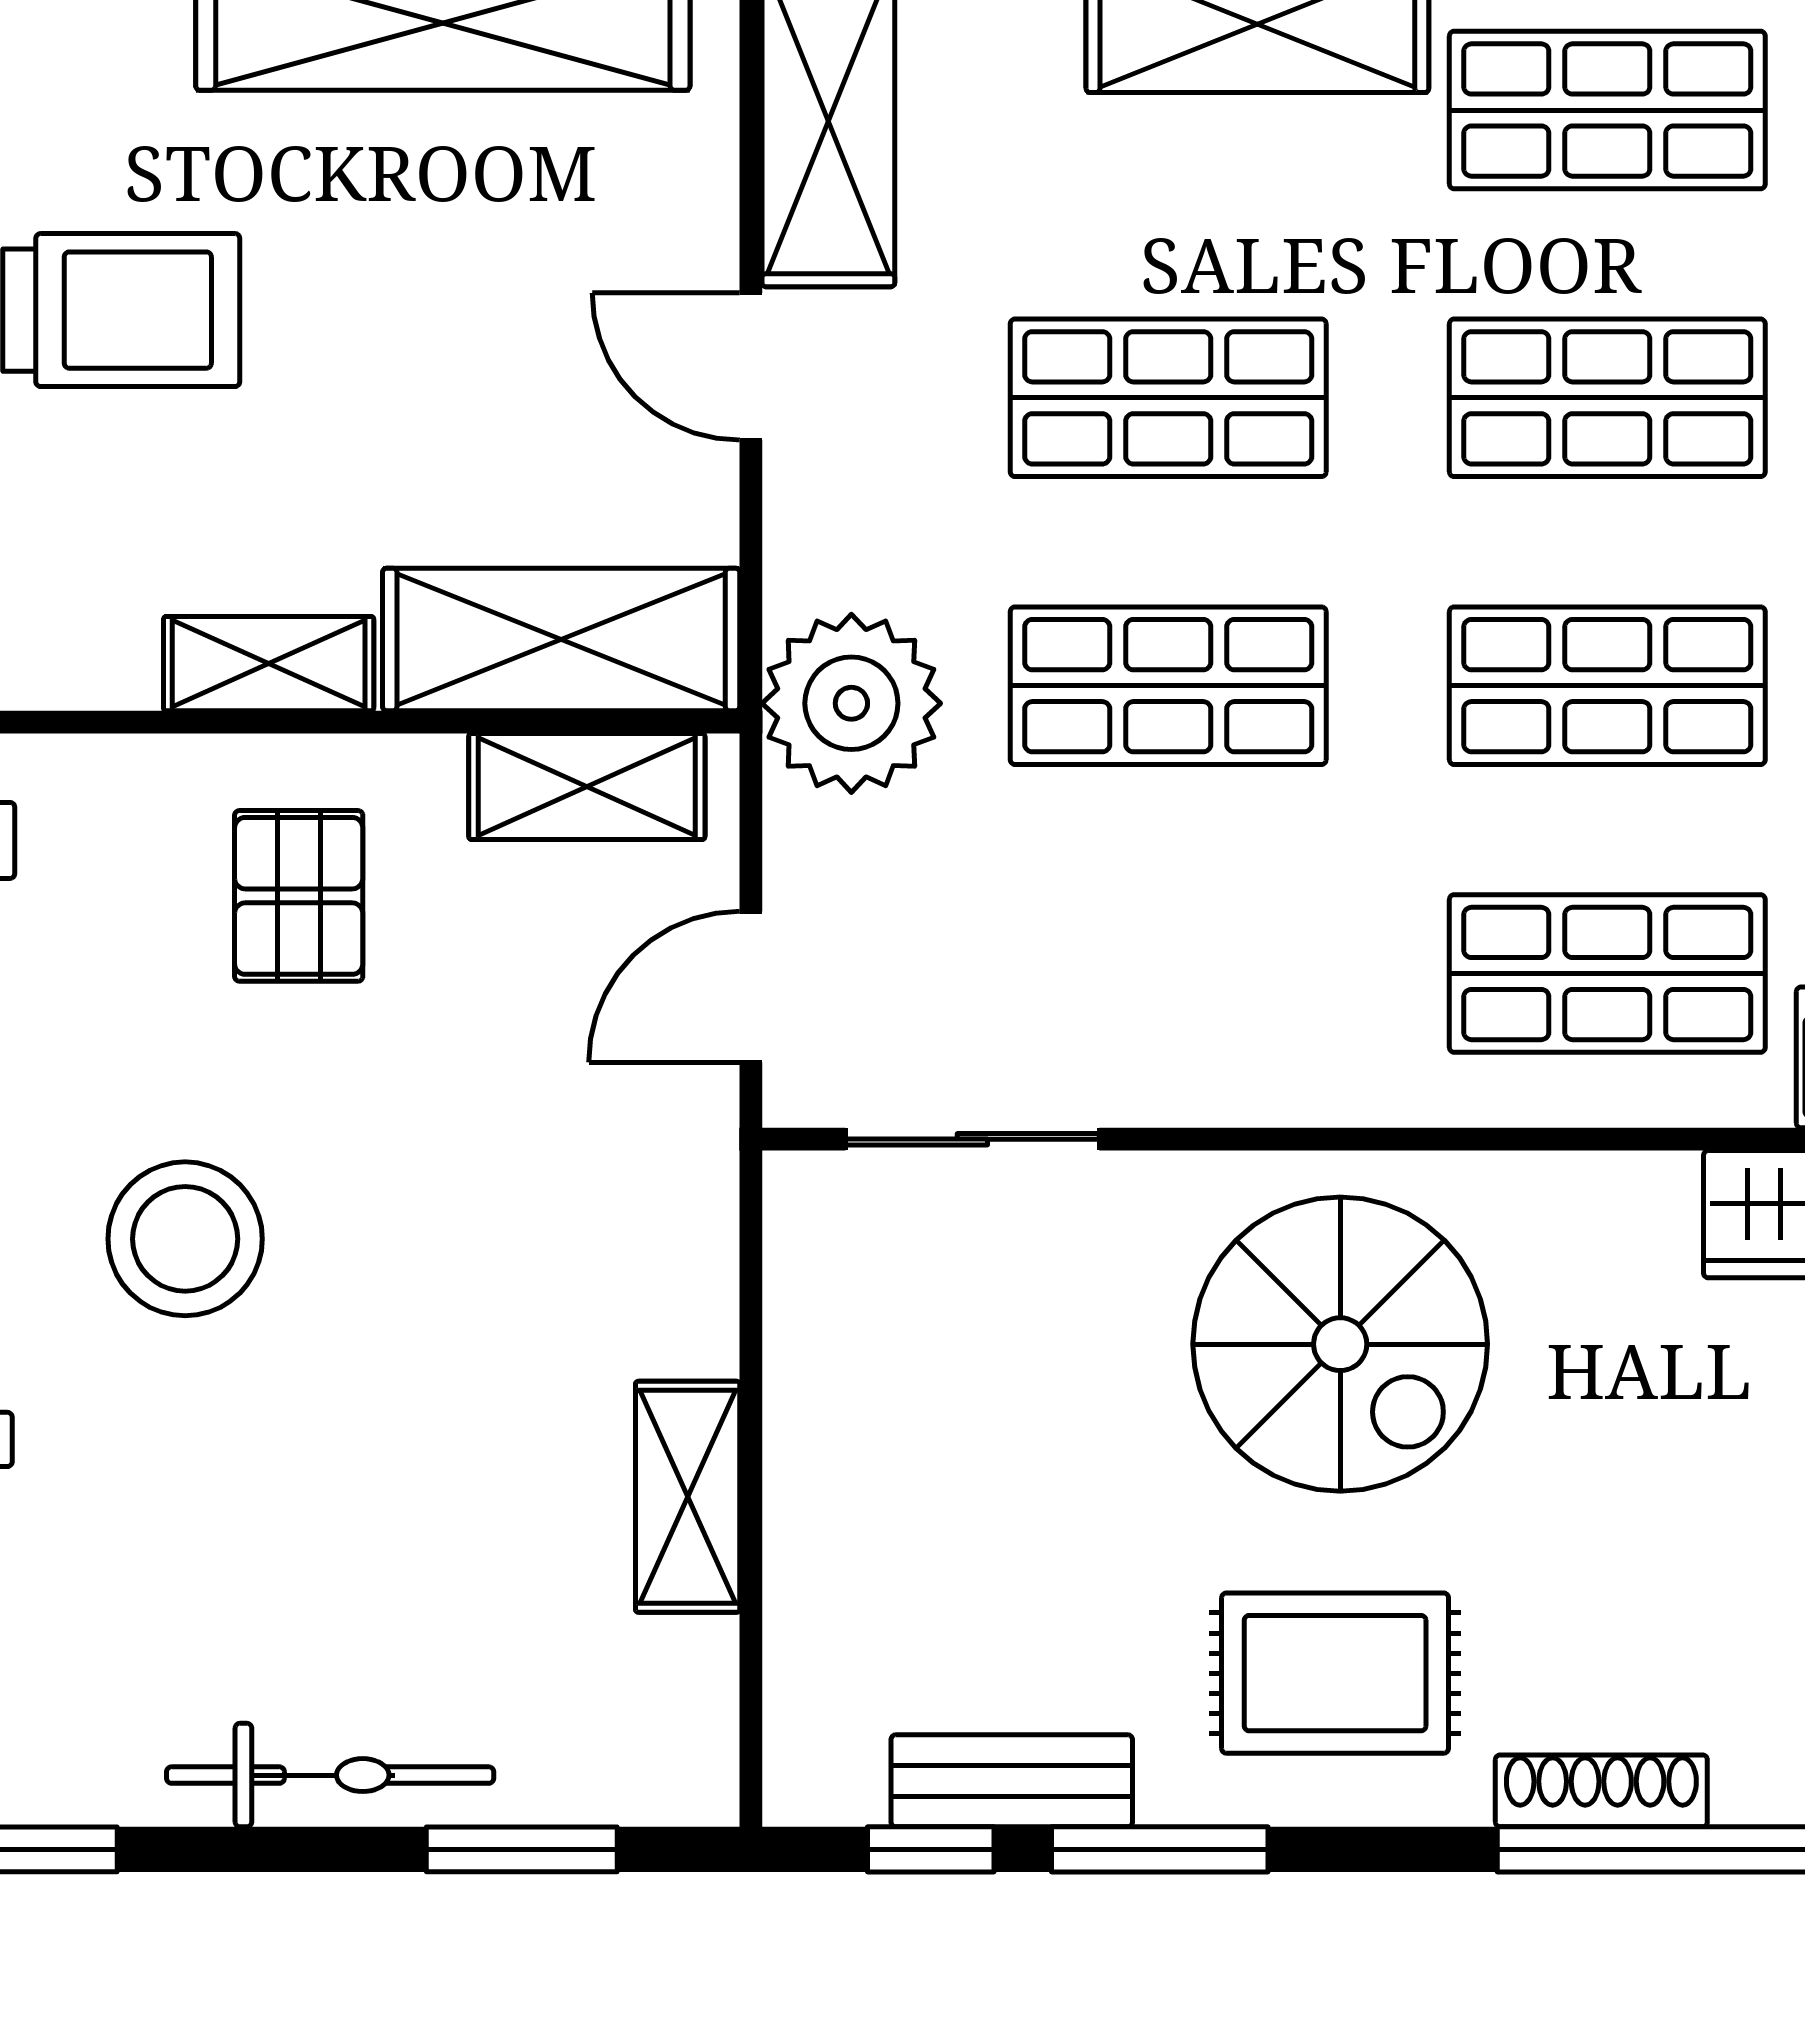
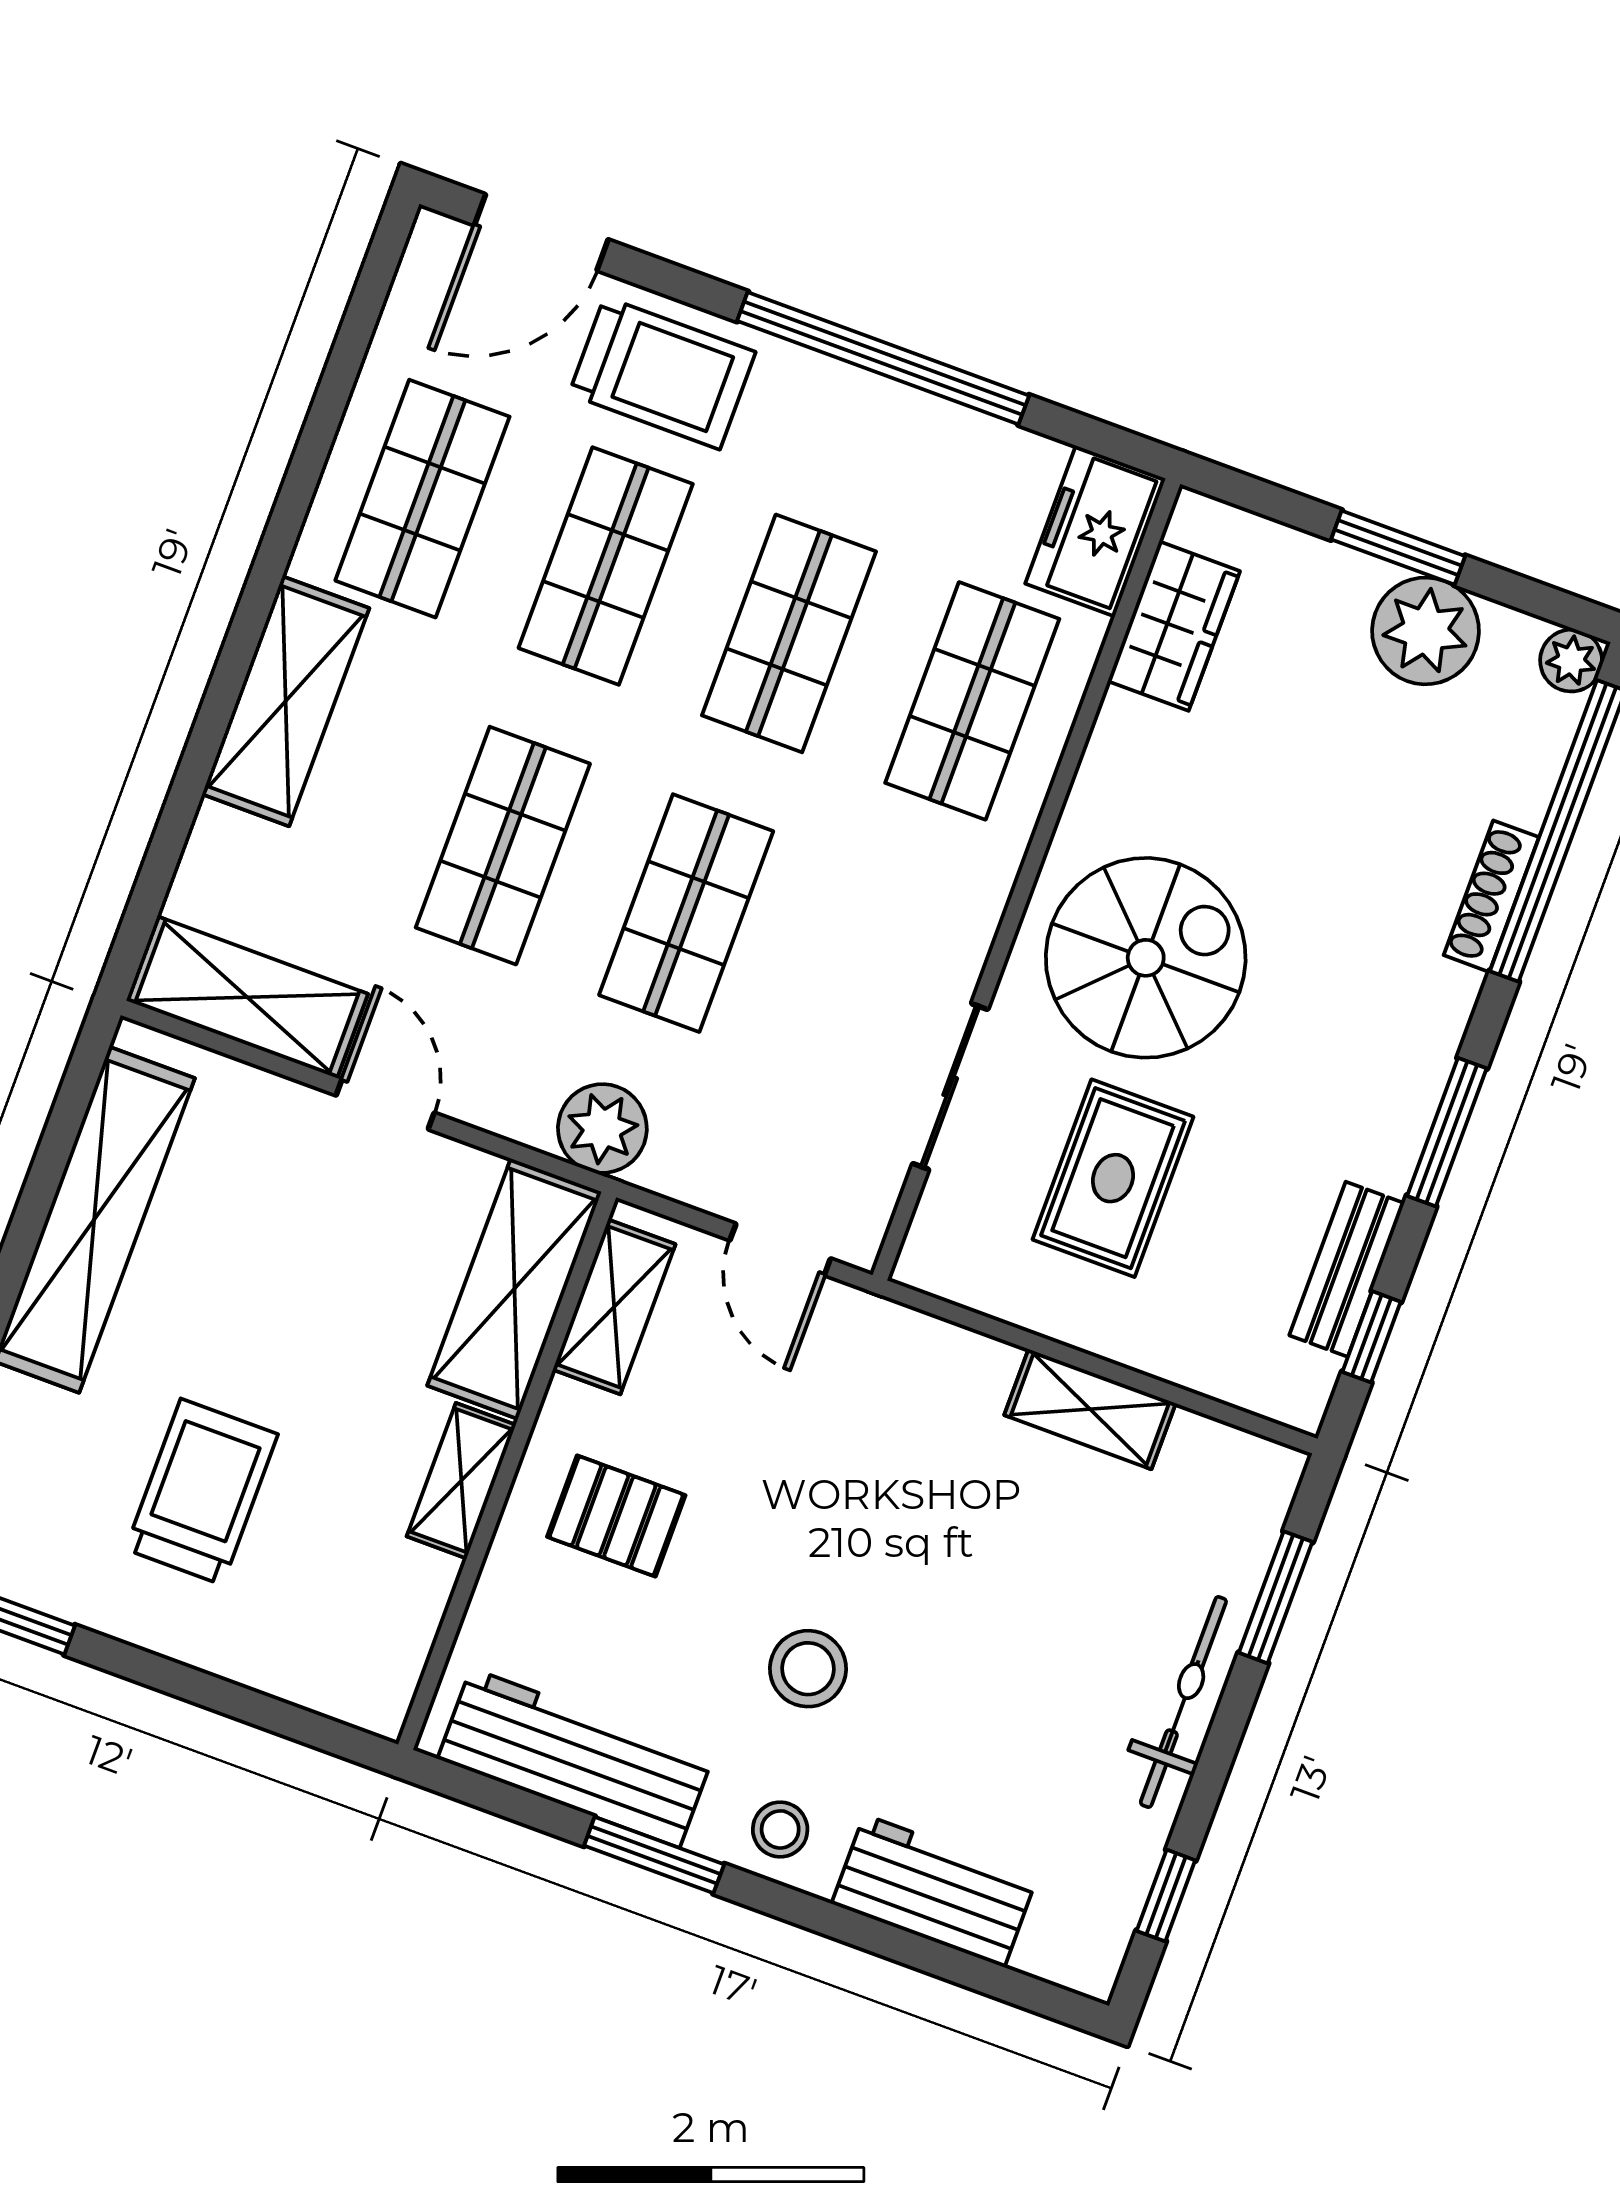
door: (751, 367) -> (385, 1104), swing flipped
plant: (851, 703) -> (602, 1128), width x0.73, depth x0.73
sliding door: (972, 1139) -> (950, 1087), moved
stool: (185, 1239) -> (808, 1669), width x0.73, depth x0.73
rug: (1335, 1673) -> (1113, 1178), moved
window: (1160, 1849) -> (1447, 1132), moved

